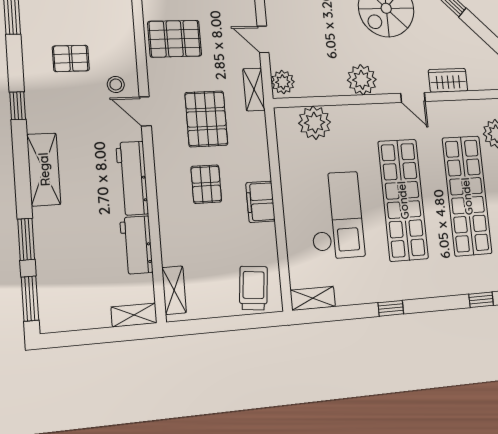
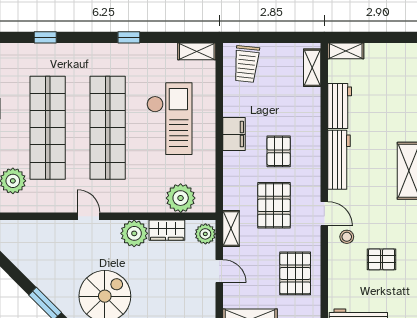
pallet: (175, 39) -> (295, 273), turned 90
wardrobe: (448, 80) -> (167, 230), moved
checkout: (336, 215) -> (169, 119), turned 180

